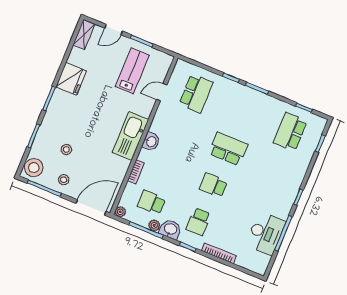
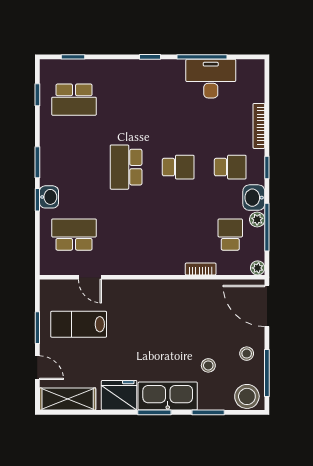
shelving: (84, 34) -> (68, 399), width x1.50, depth x1.33
kitchen sink: (130, 136) -> (168, 396), moved, turned 180
washbasin: (151, 142) -> (49, 197), moved, turned 90
school desk: (213, 185) -> (178, 167), turned -90
school desk: (151, 202) -> (230, 235), turned 180

